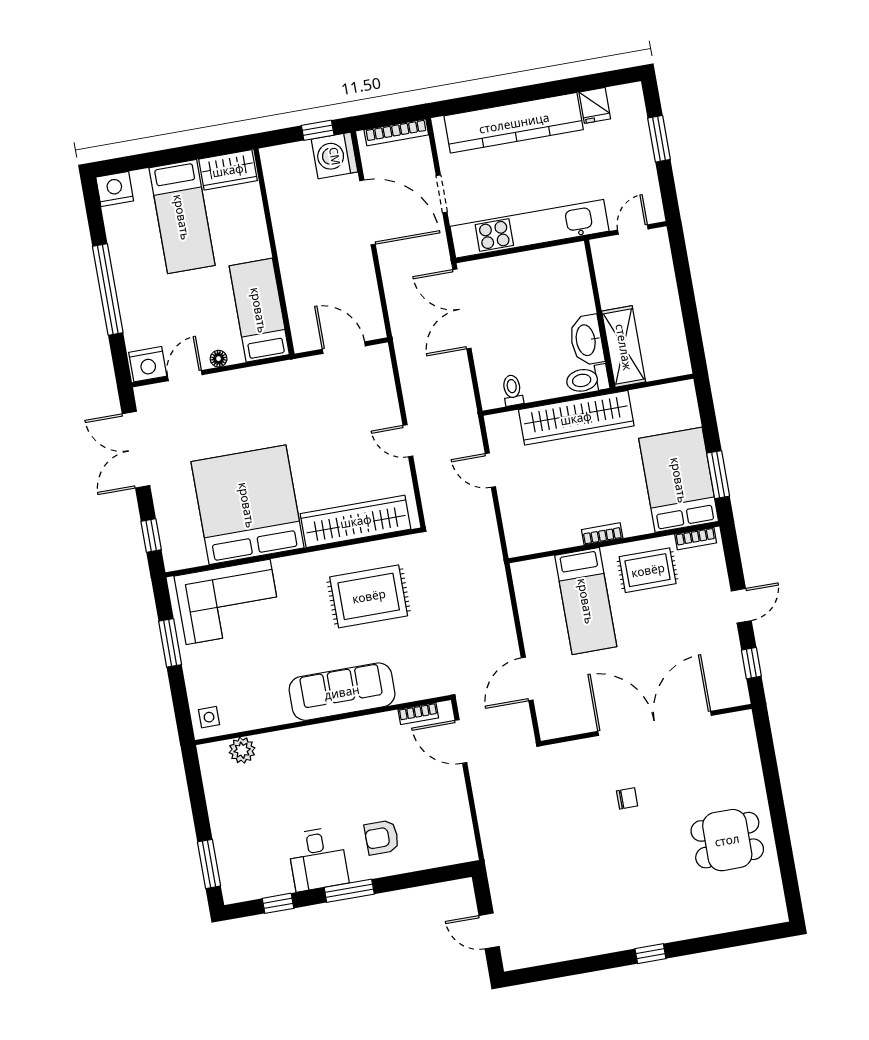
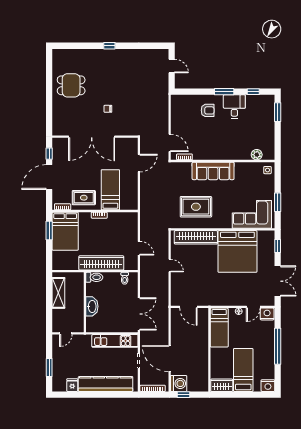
kitchen unit: (530, 229) -> (115, 341), width x0.73
washbasin: (587, 340) -> (92, 306), moved
shelving: (624, 347) -> (58, 293), moved
door: (741, 606) -> (49, 177), width x1.87

